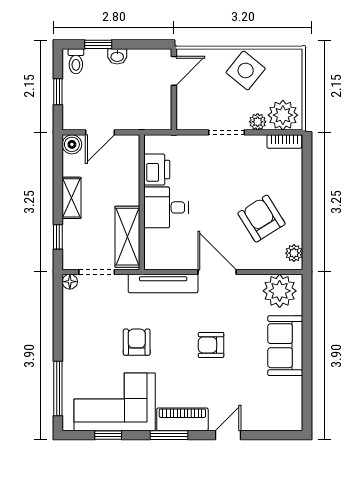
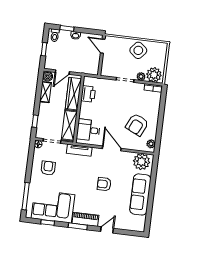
door: (174, 71) -> (103, 46), swing flipped
wardrobe: (127, 173) -> (73, 94), added
shelving: (72, 198) -> (46, 92), moved
desk: (166, 207) -> (88, 130), moved
armchair: (261, 219) -> (137, 125), turned -123
tv unit: (163, 283) -> (79, 150), width x0.71
armchair: (137, 342) -> (48, 168), moved
sofa: (285, 346) -> (140, 194), width x1.36

